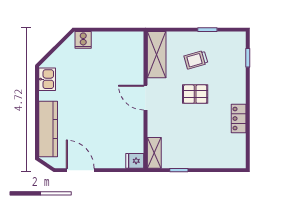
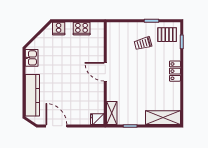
cooker: (114, 40) -> (82, 29), added
shelving: (157, 55) -> (163, 118), moved, turned 90
pallet: (195, 94) -> (167, 35), moved
locker: (239, 119) -> (175, 71), moved

